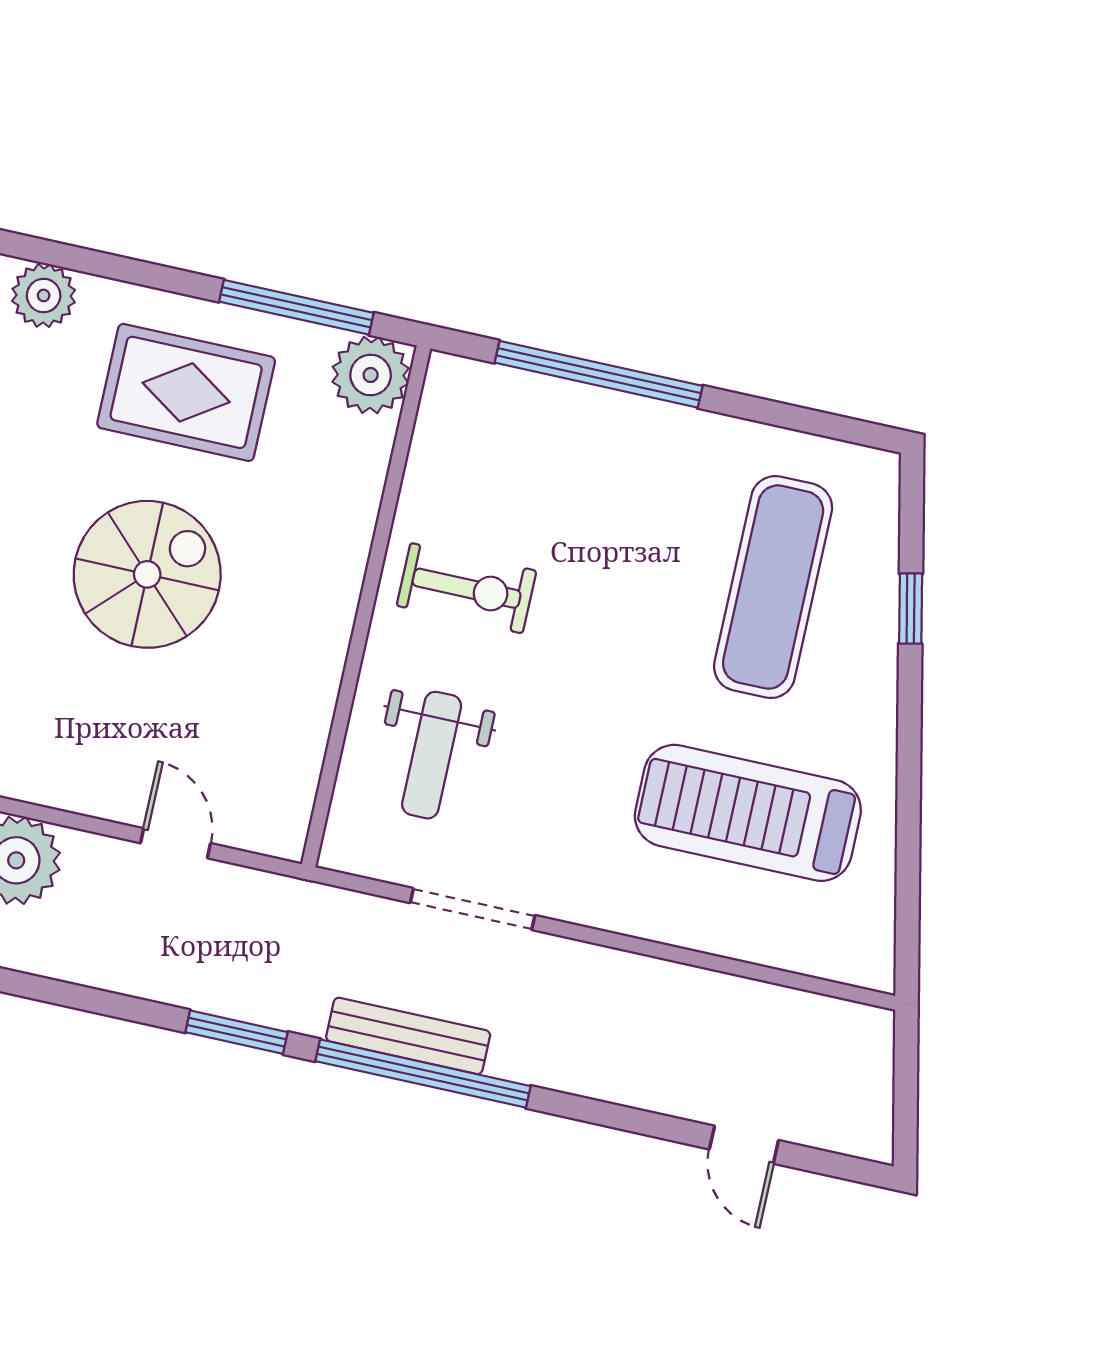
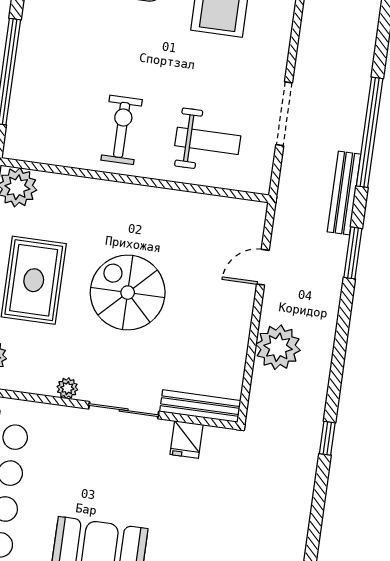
window: (236, 1032) -> (353, 253), moved
bench: (408, 1036) -> (344, 193), moved

